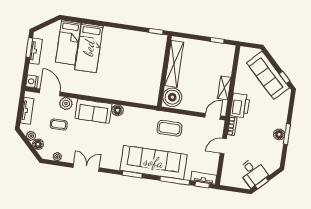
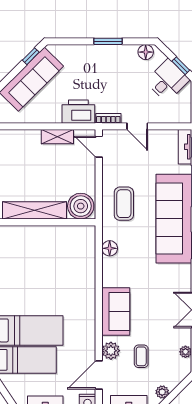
floor lamp: (118, 110) -> (110, 248), moved
floor lamp: (279, 134) -> (146, 52), moved
floor lamp: (38, 144) -> (172, 381), removed

